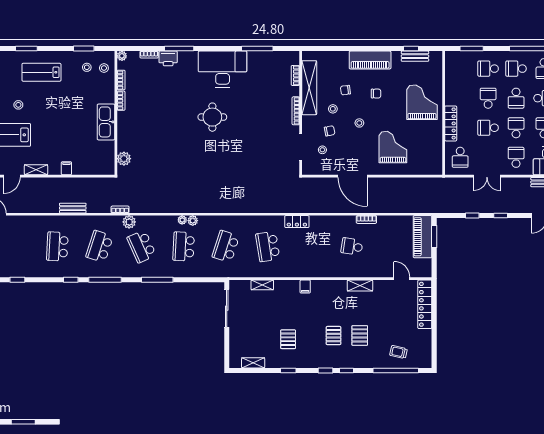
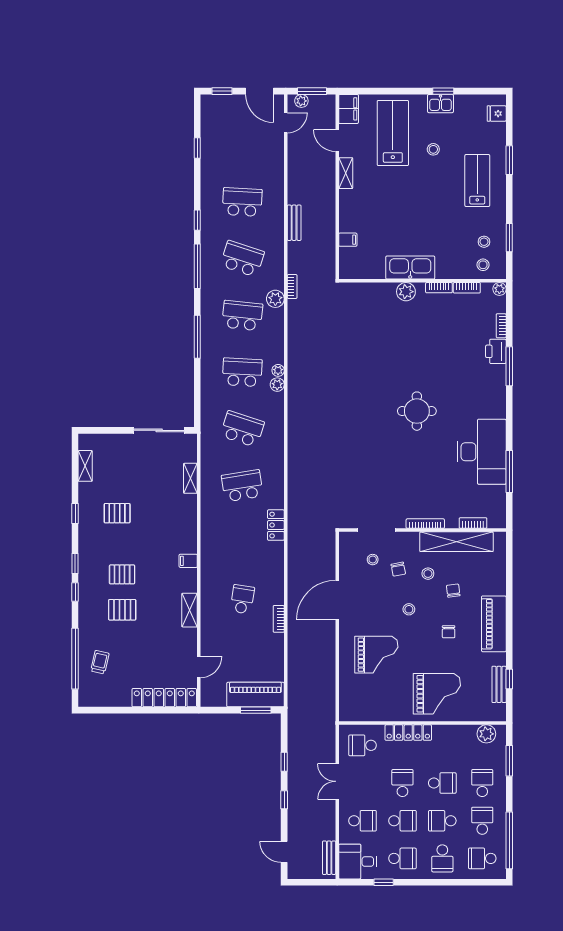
plant: (452, 66) -> (486, 734), added
desk: (223, 69) -> (482, 452), moved
plant: (124, 159) -> (406, 292), moved
filing cabinet: (66, 168) -> (348, 240), moved
school desk: (142, 246) -> (242, 316), turned 30
filing cabinet: (305, 287) -> (188, 561), moved

